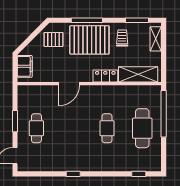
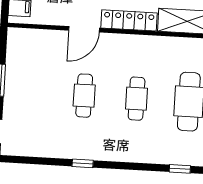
locker: (105, 76) -> (129, 20), width x1.53
cafe table: (36, 128) -> (84, 96), moved

